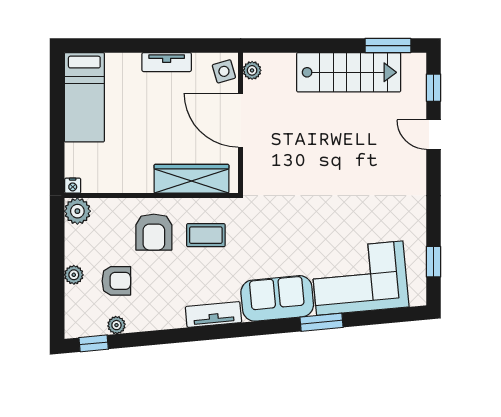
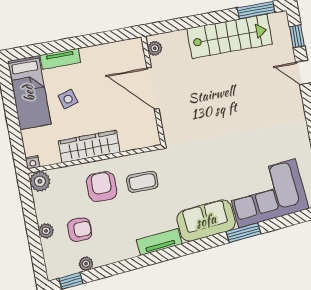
tv unit: (167, 62) -> (60, 59), moved
side table: (224, 71) -> (68, 99), moved
wardrobe: (191, 179) -> (89, 147), moved
armchair: (154, 232) -> (102, 187), turned 180

